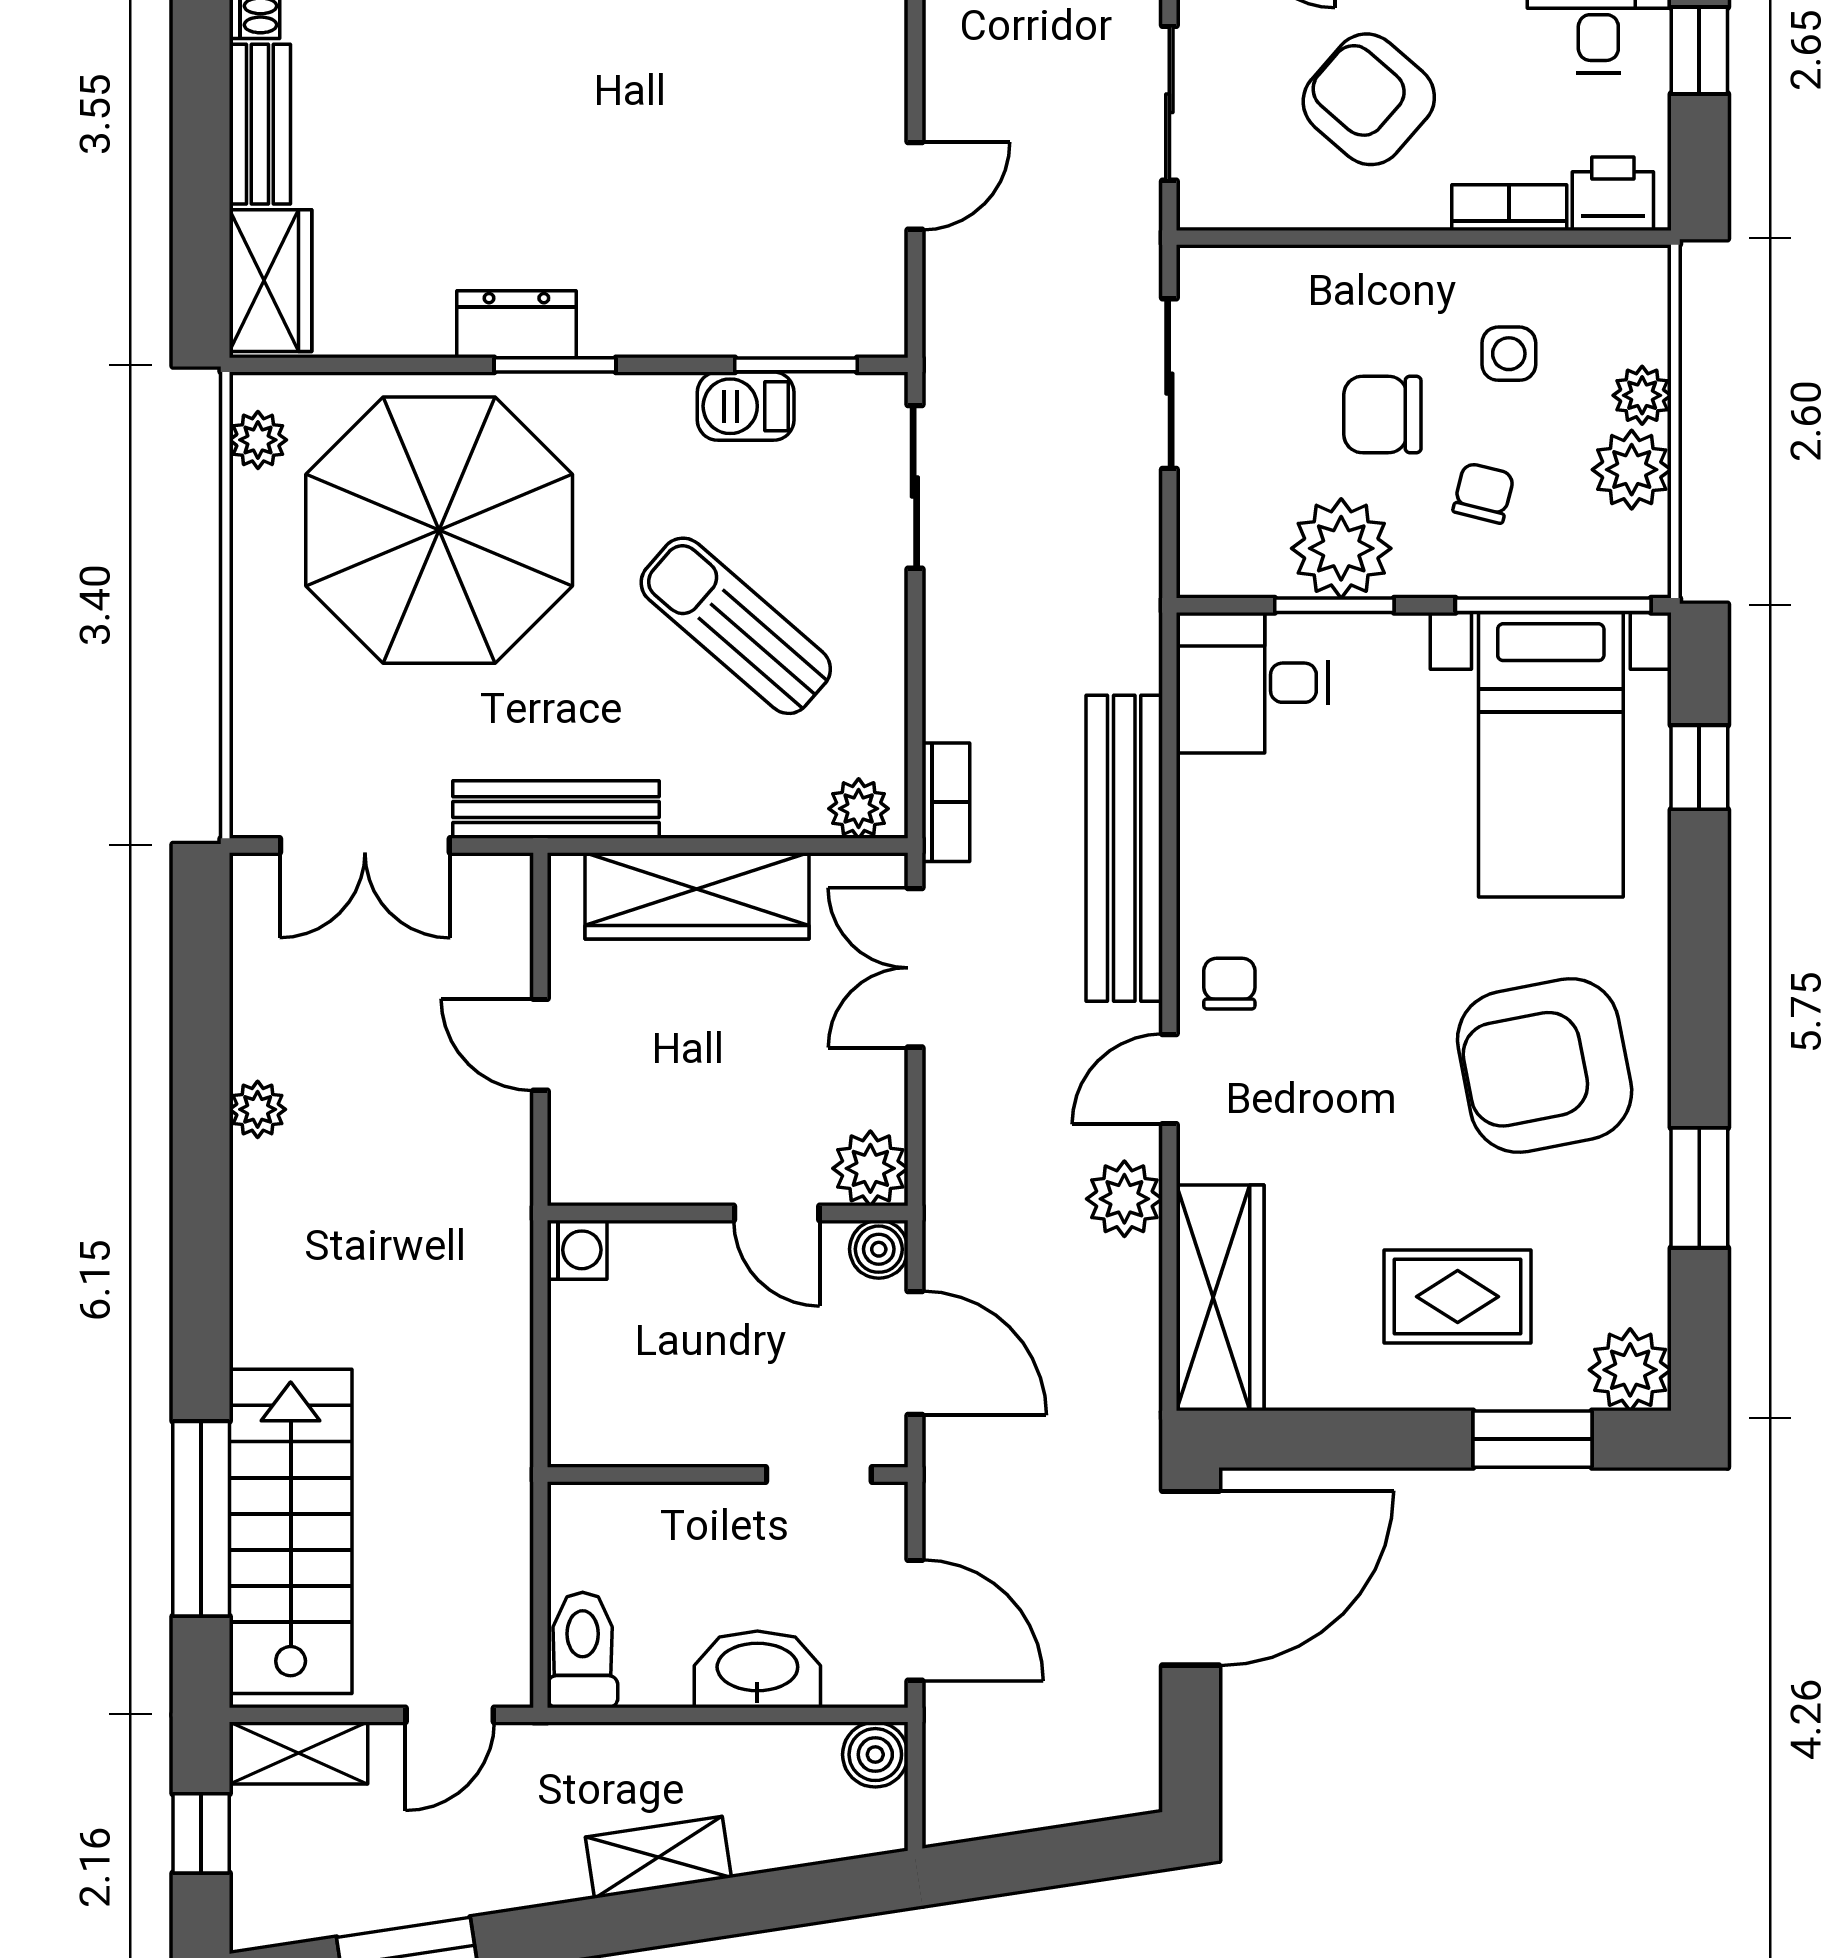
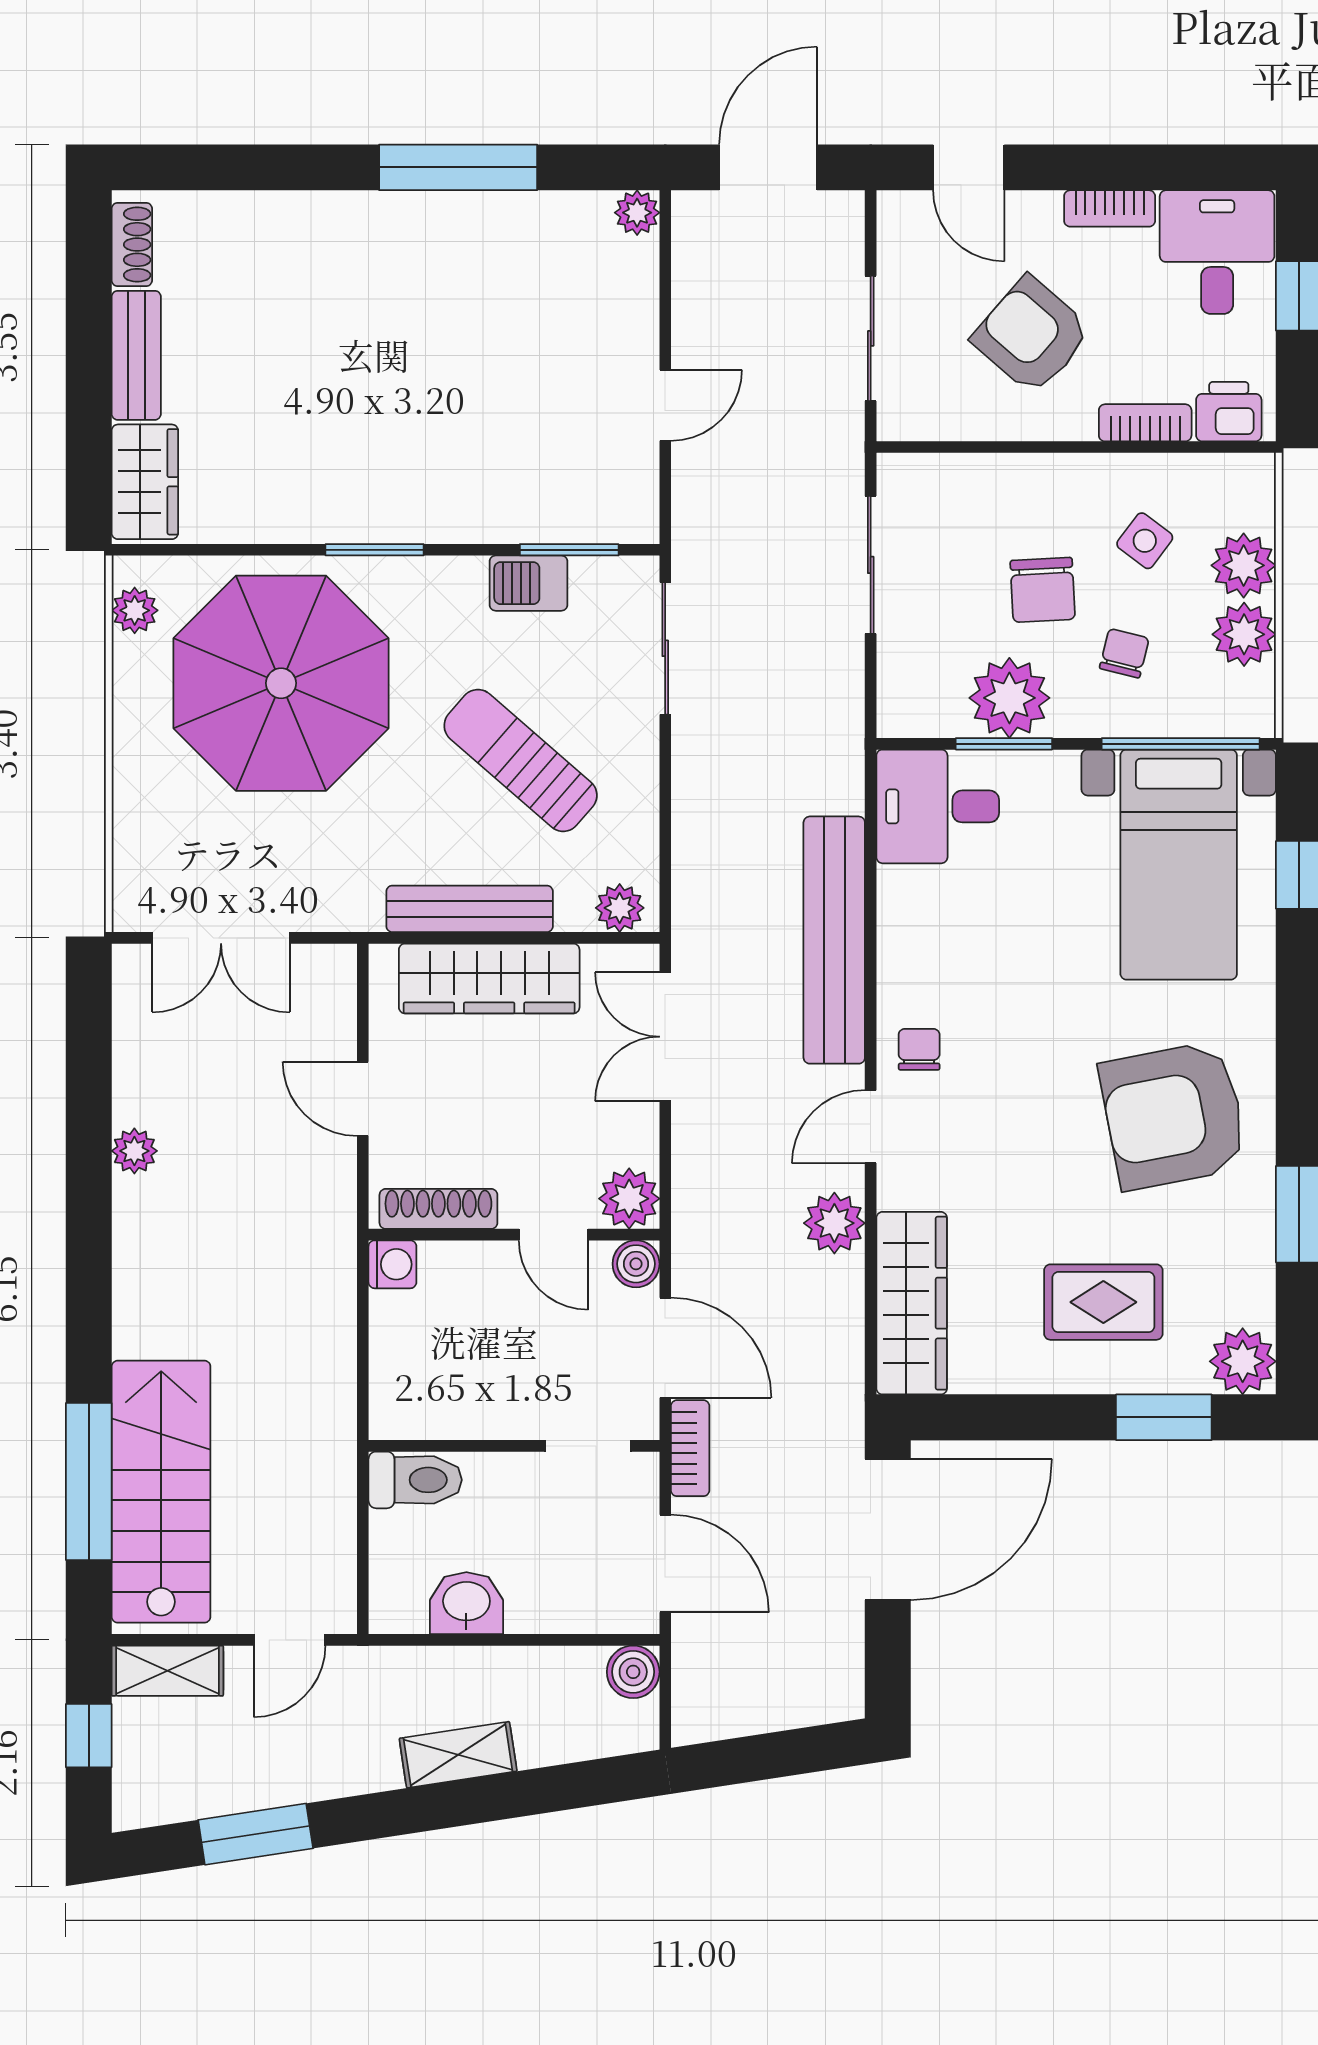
dresser: (516, 324) -> (343, 517), removed
side table: (1509, 354) -> (1145, 541), turned 37
plant: (1642, 395) -> (1244, 565), width x1.38, depth x1.38
chair: (1382, 415) -> (1043, 590), turned -93
bookcase: (946, 802) -> (690, 1448), moved
bench: (556, 810) -> (470, 909), moved
shoe rack: (634, 1181) -> (438, 1209), added
toilet: (583, 1650) -> (415, 1480), moved, turned 90
washbasin: (757, 1669) -> (466, 1603), moved, width x0.72

